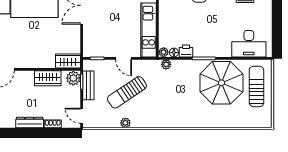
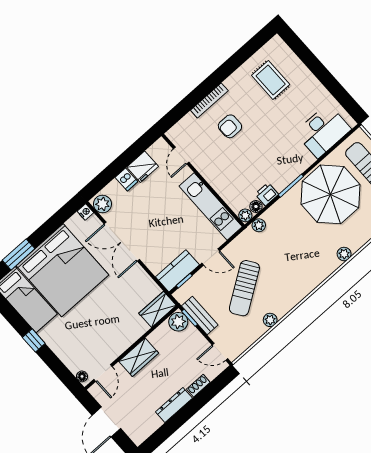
kitchen counter: (98, 49) -> (177, 271), added
wardrobe: (48, 78) -> (139, 357), moved
plant: (199, 123) -> (344, 254), added

